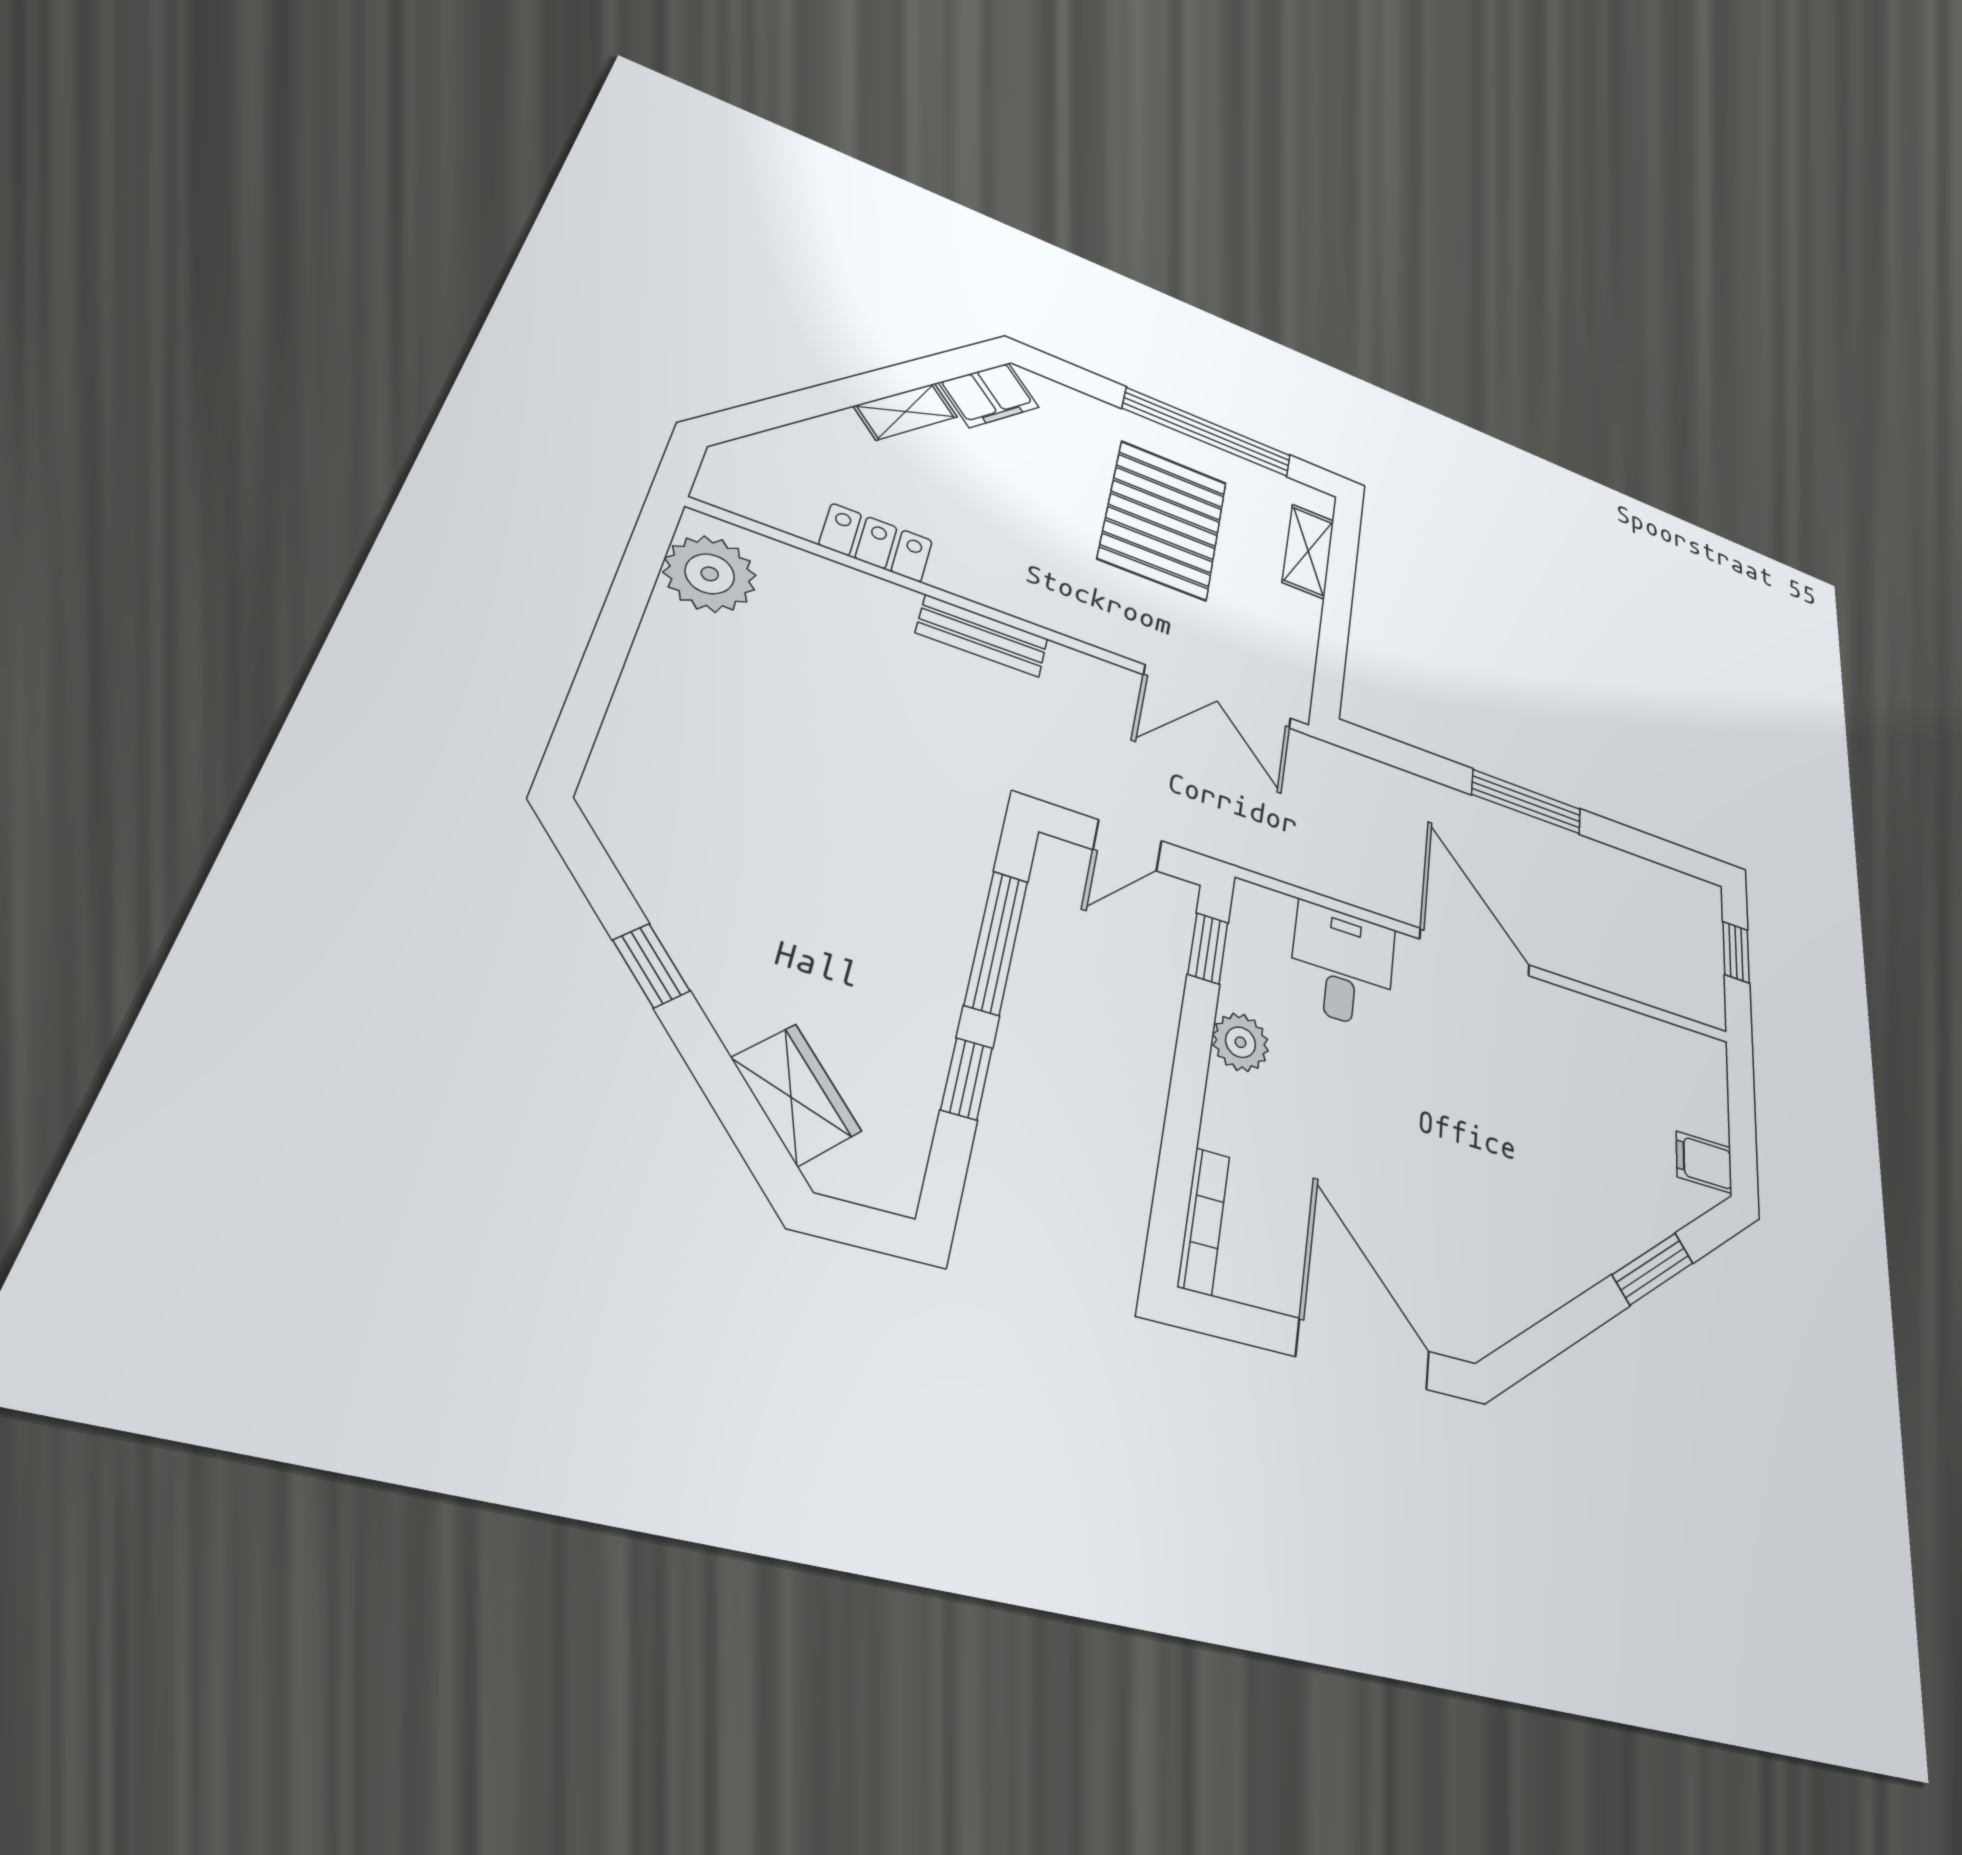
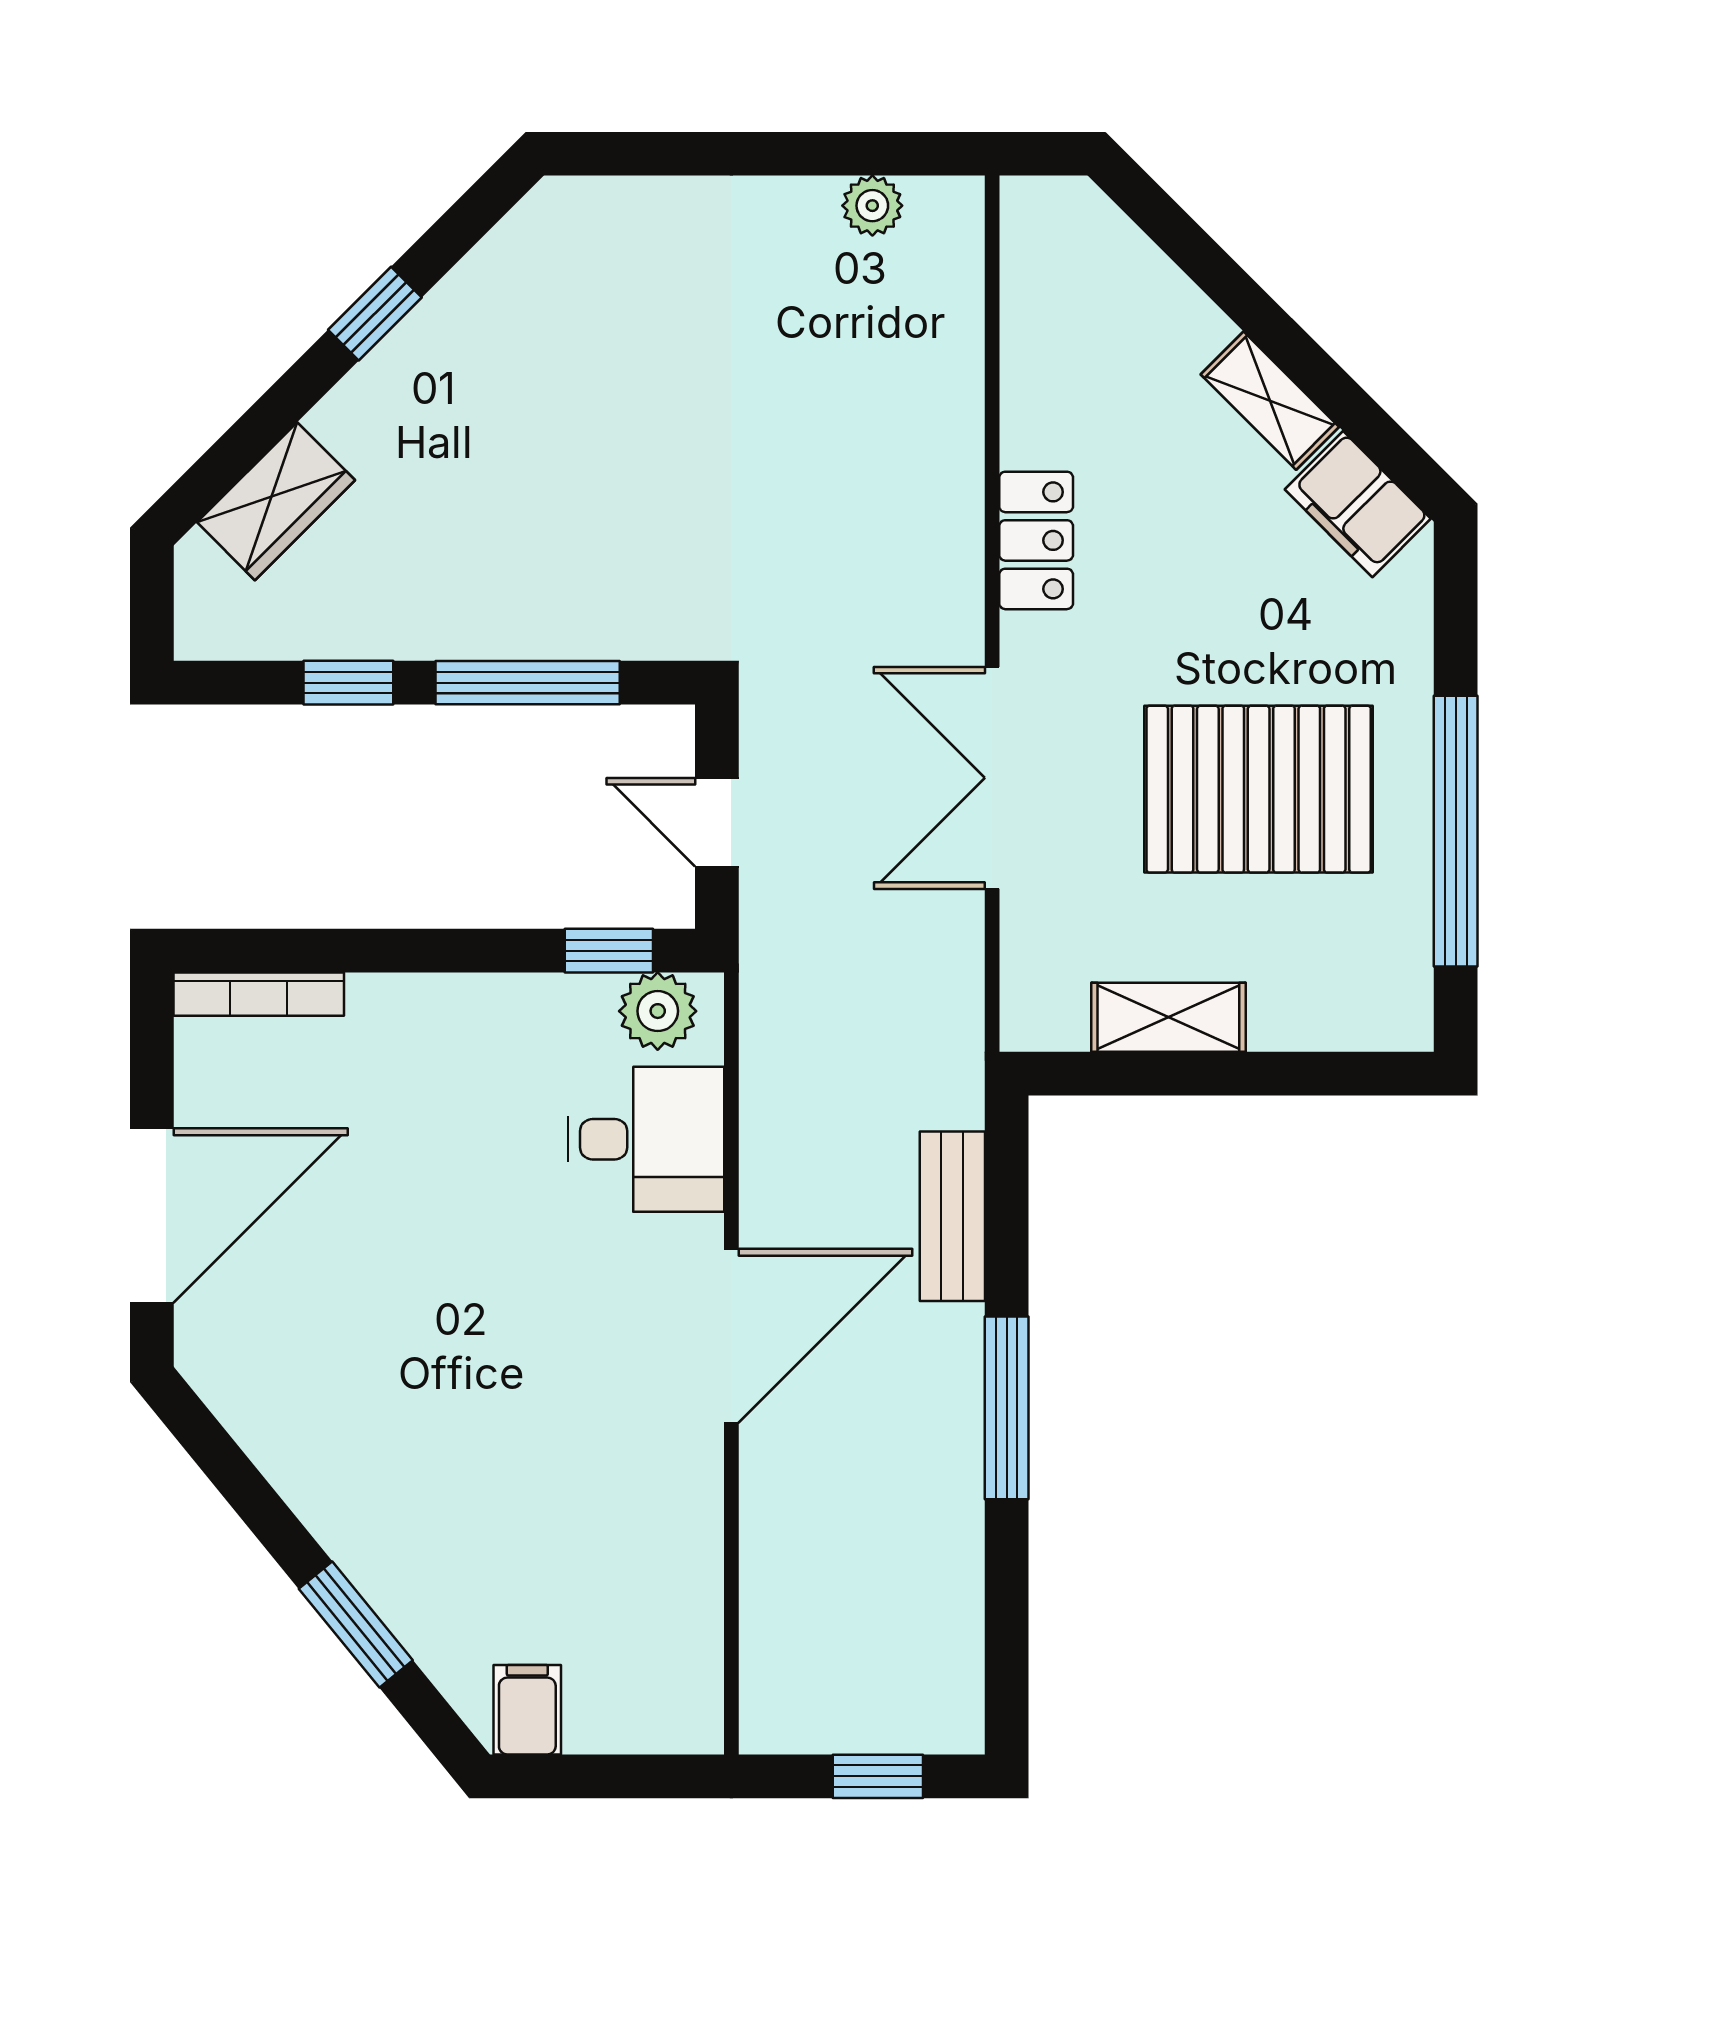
locker: (876, 543) -> (1036, 540), moved
shelving: (1308, 551) -> (1168, 1017), moved
plant: (710, 574) -> (872, 206), width x0.53, depth x0.53
bench: (982, 636) -> (952, 1216), moved
double door: (1218, 697) -> (992, 778), moved
plant: (1240, 1042) -> (658, 1011), moved

